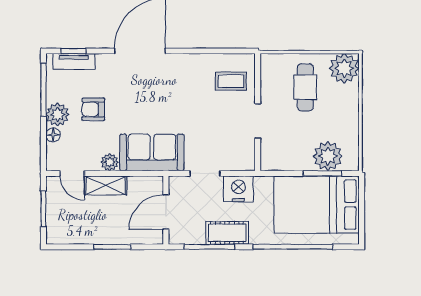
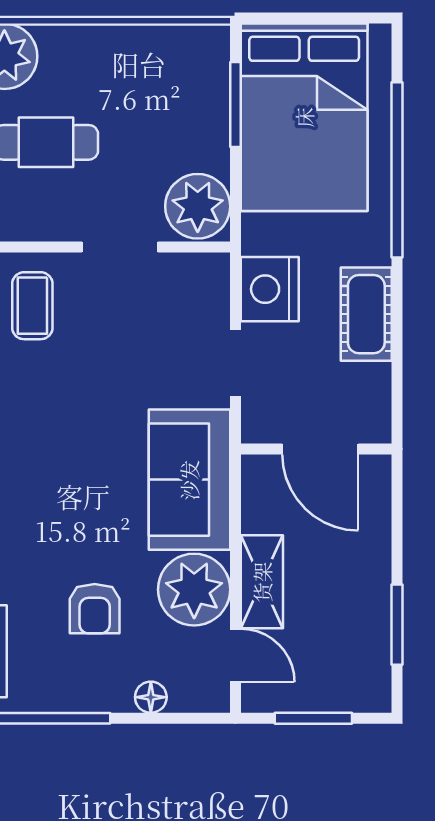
plant: (57, 115) -> (106, 687), removed
plant: (328, 156) -> (198, 206), moved
plant: (110, 162) -> (194, 590), width x1.88, depth x1.88
door: (72, 173) -> (235, 655), hinge flipped
window: (112, 247) -> (397, 625), moved
window: (209, 247) -> (397, 353), removed

